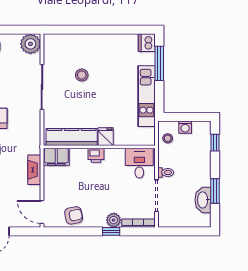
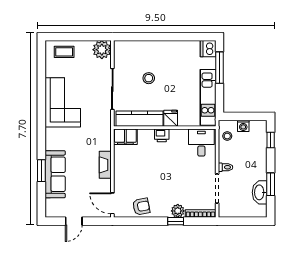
kitchen counter: (72, 137) -> (139, 119), moved
fridge: (106, 137) -> (171, 118), moved
wall: (99, 147) -> (165, 128), moved
printer: (96, 155) -> (162, 135), moved
filing cabinet: (56, 157) -> (125, 137), moved
desk: (139, 163) -> (201, 143), moved

